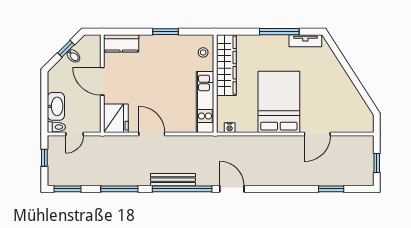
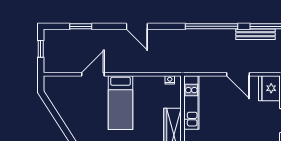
bed: (279, 102) -> (120, 103), width x0.67
bench: (173, 180) -> (256, 34), moved
door: (232, 189) -> (137, 26), moved

